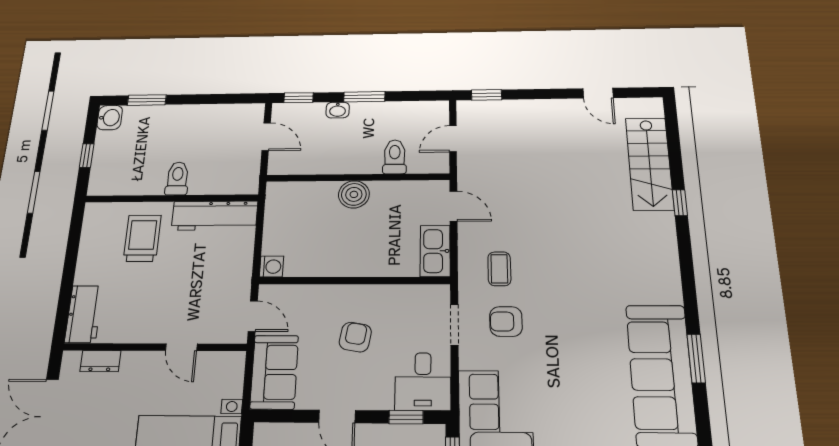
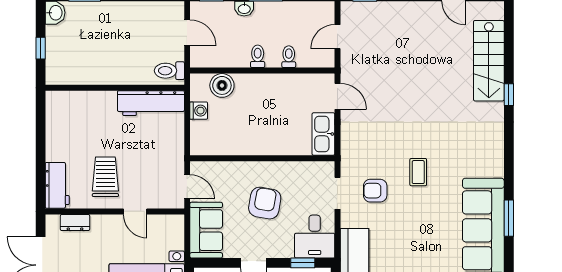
toilet: (395, 157) -> (289, 57), width x0.73, depth x0.72
toilet: (352, 162) -> (258, 56), added
toilet: (177, 178) -> (169, 71), moved, turned -90
boiler: (354, 194) -> (222, 85), moved
trolley: (142, 238) -> (105, 177), moved
washing machine: (271, 267) -> (199, 111), moved
coffee table: (499, 269) -> (418, 172), moved
armchair: (355, 337) -> (265, 203), width x1.38, depth x1.38

